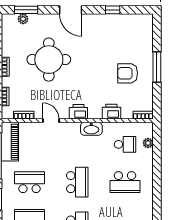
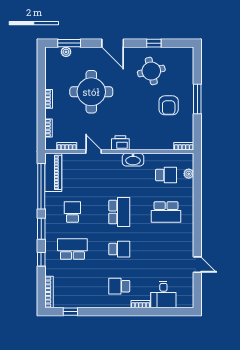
round table: (110, 38) -> (151, 71), added
armchair: (128, 73) -> (169, 105), turned -90
printer: (111, 112) -> (153, 143), removed
school desk: (30, 182) -> (72, 212), width x0.54

